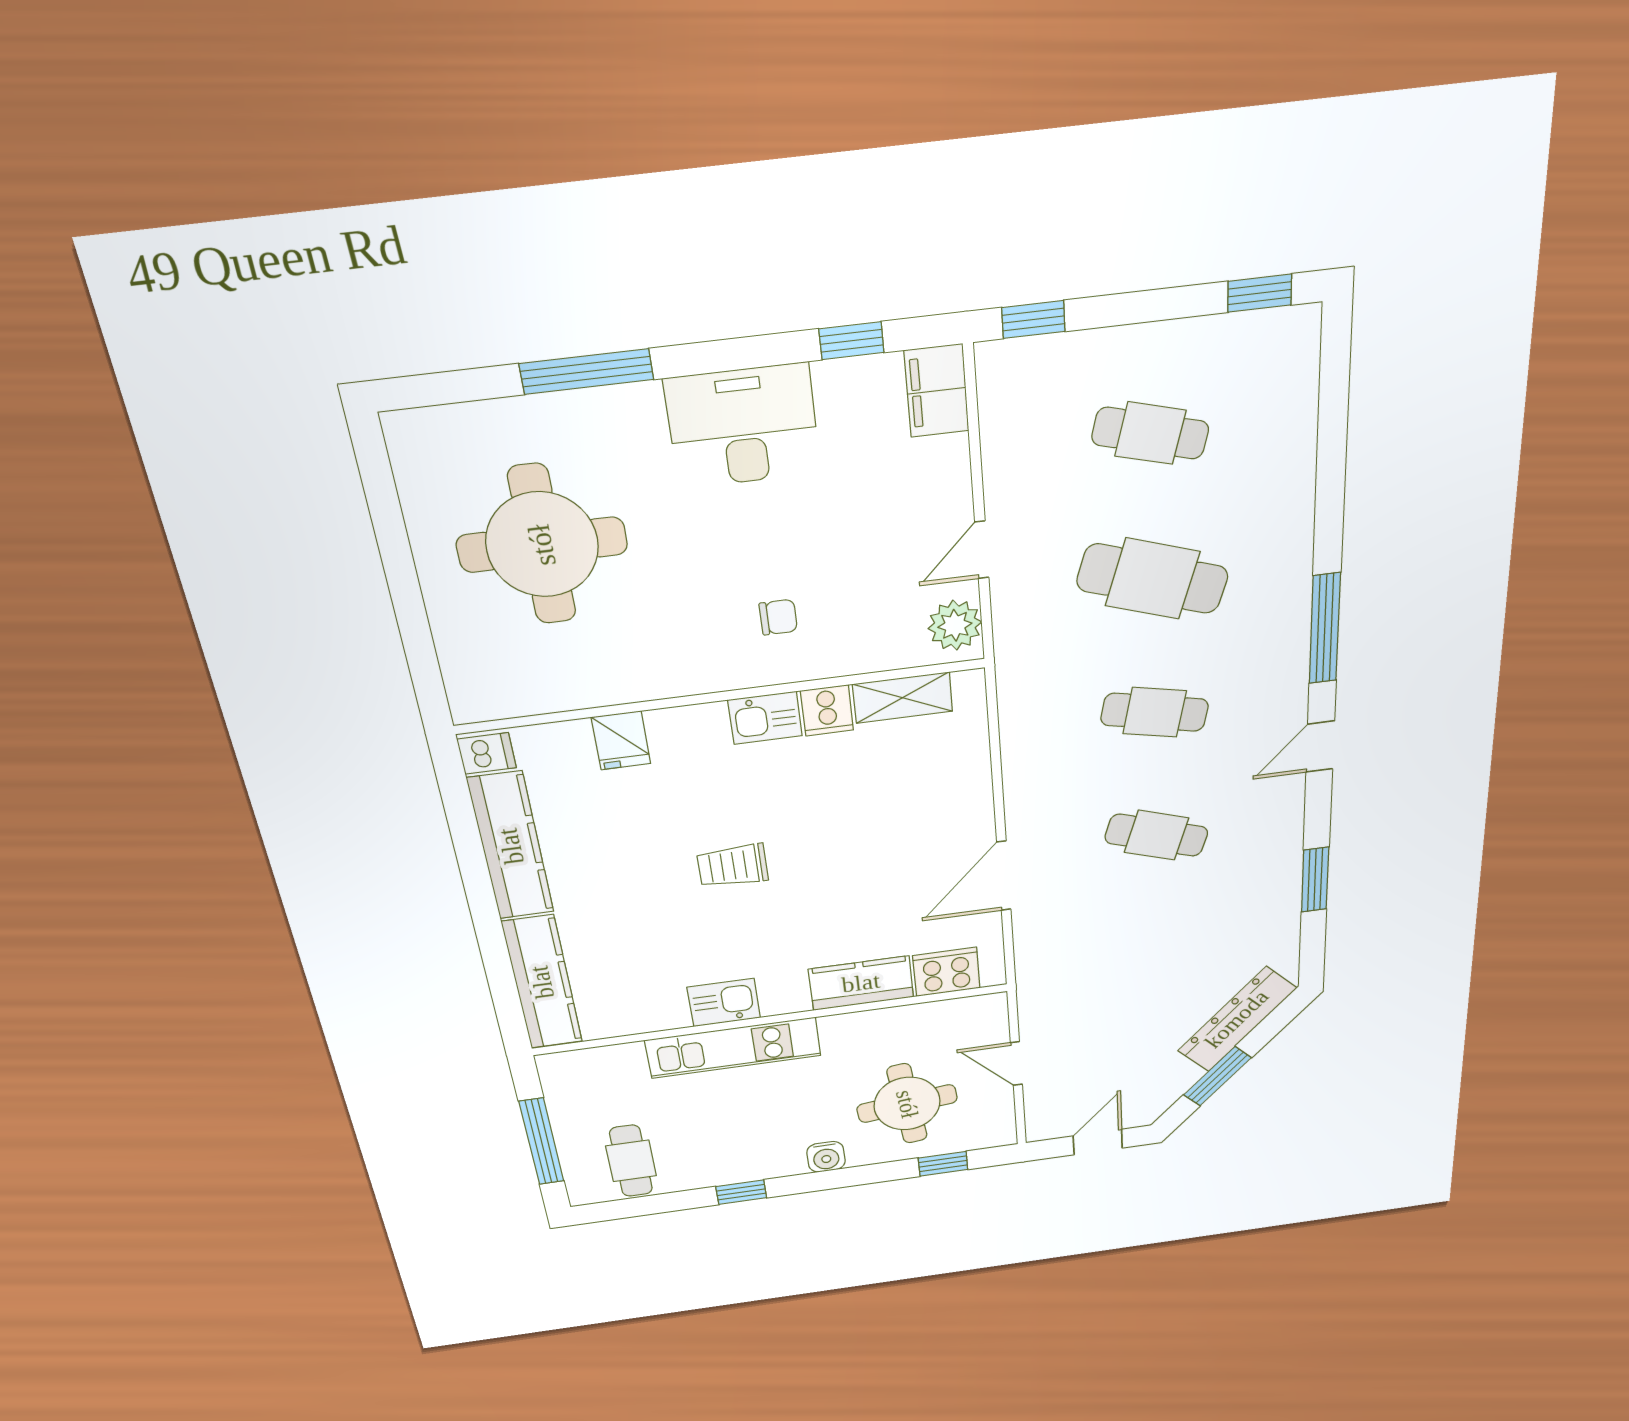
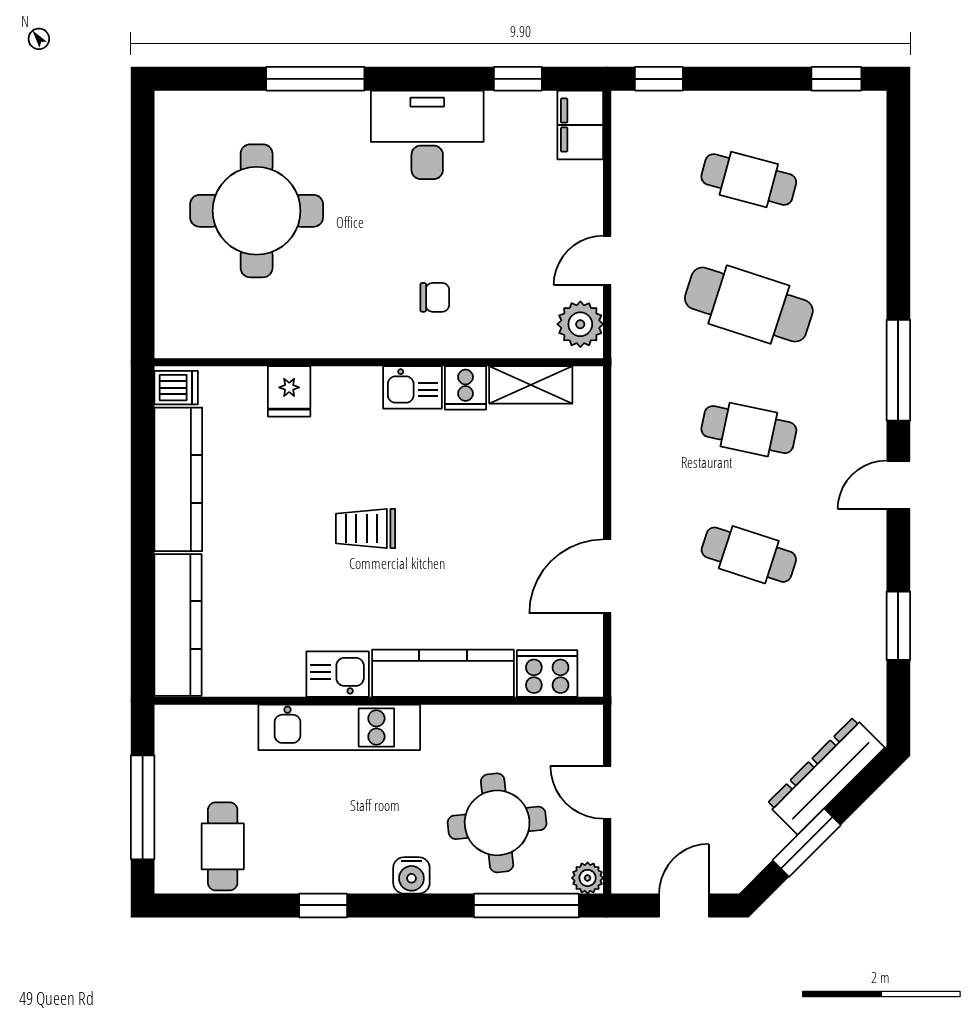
kitchen counter: (861, 983) -> (443, 673), width x1.50
plant: (1002, 1134) -> (588, 878), added
window: (943, 1164) -> (526, 905), width x2.17

